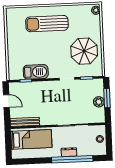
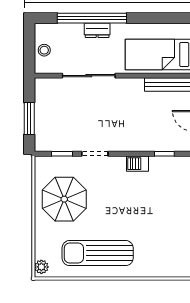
sun lounger: (47, 24) -> (98, 253), moved, turned 180
barbecue: (36, 72) -> (137, 164), width x0.53, depth x0.65
plant: (99, 102) -> (43, 113), removed

